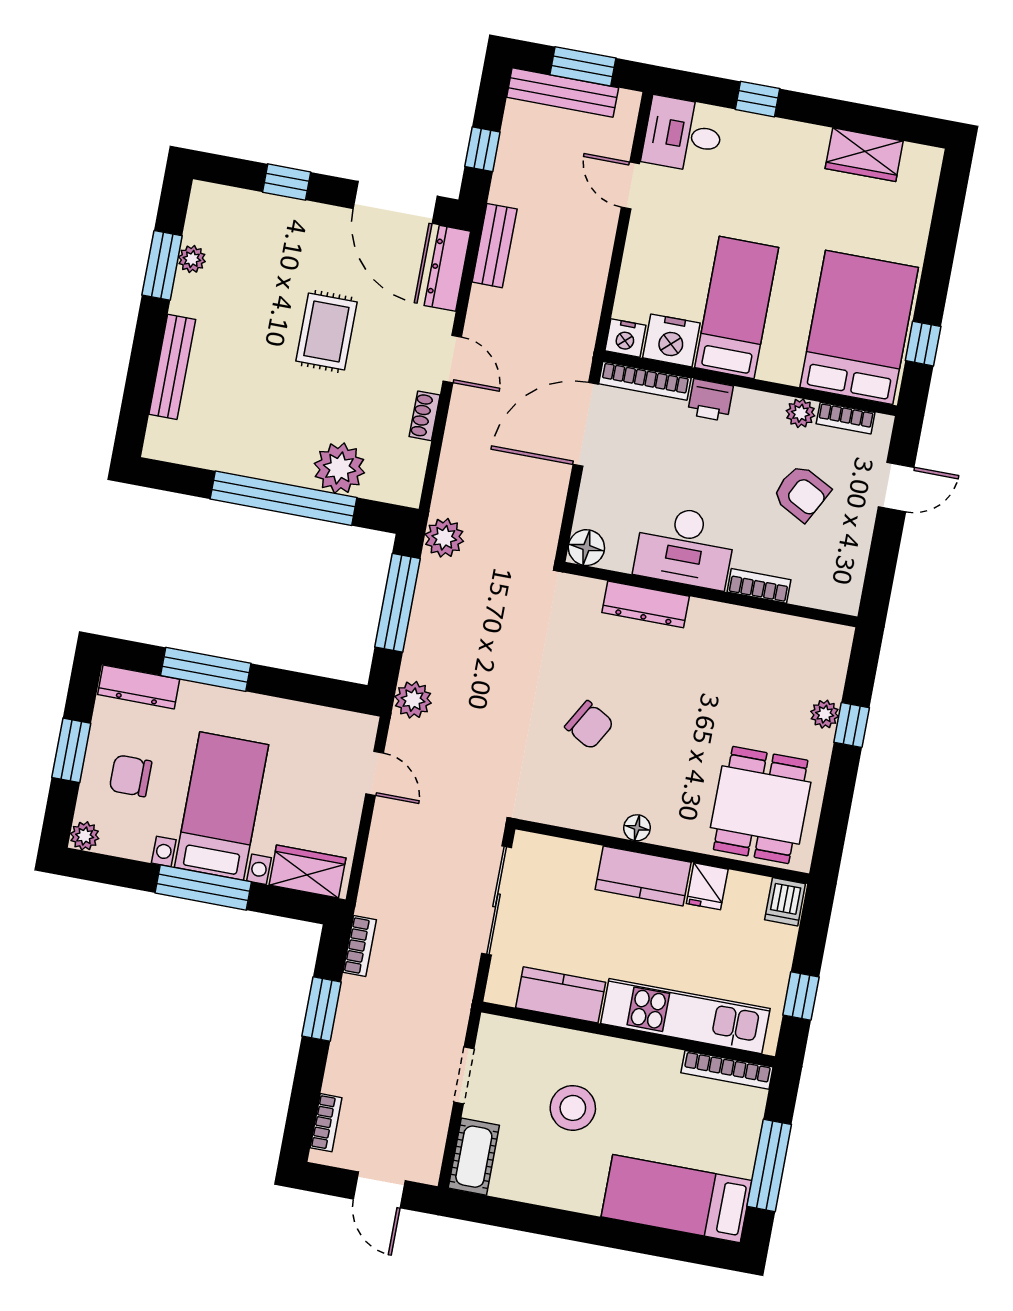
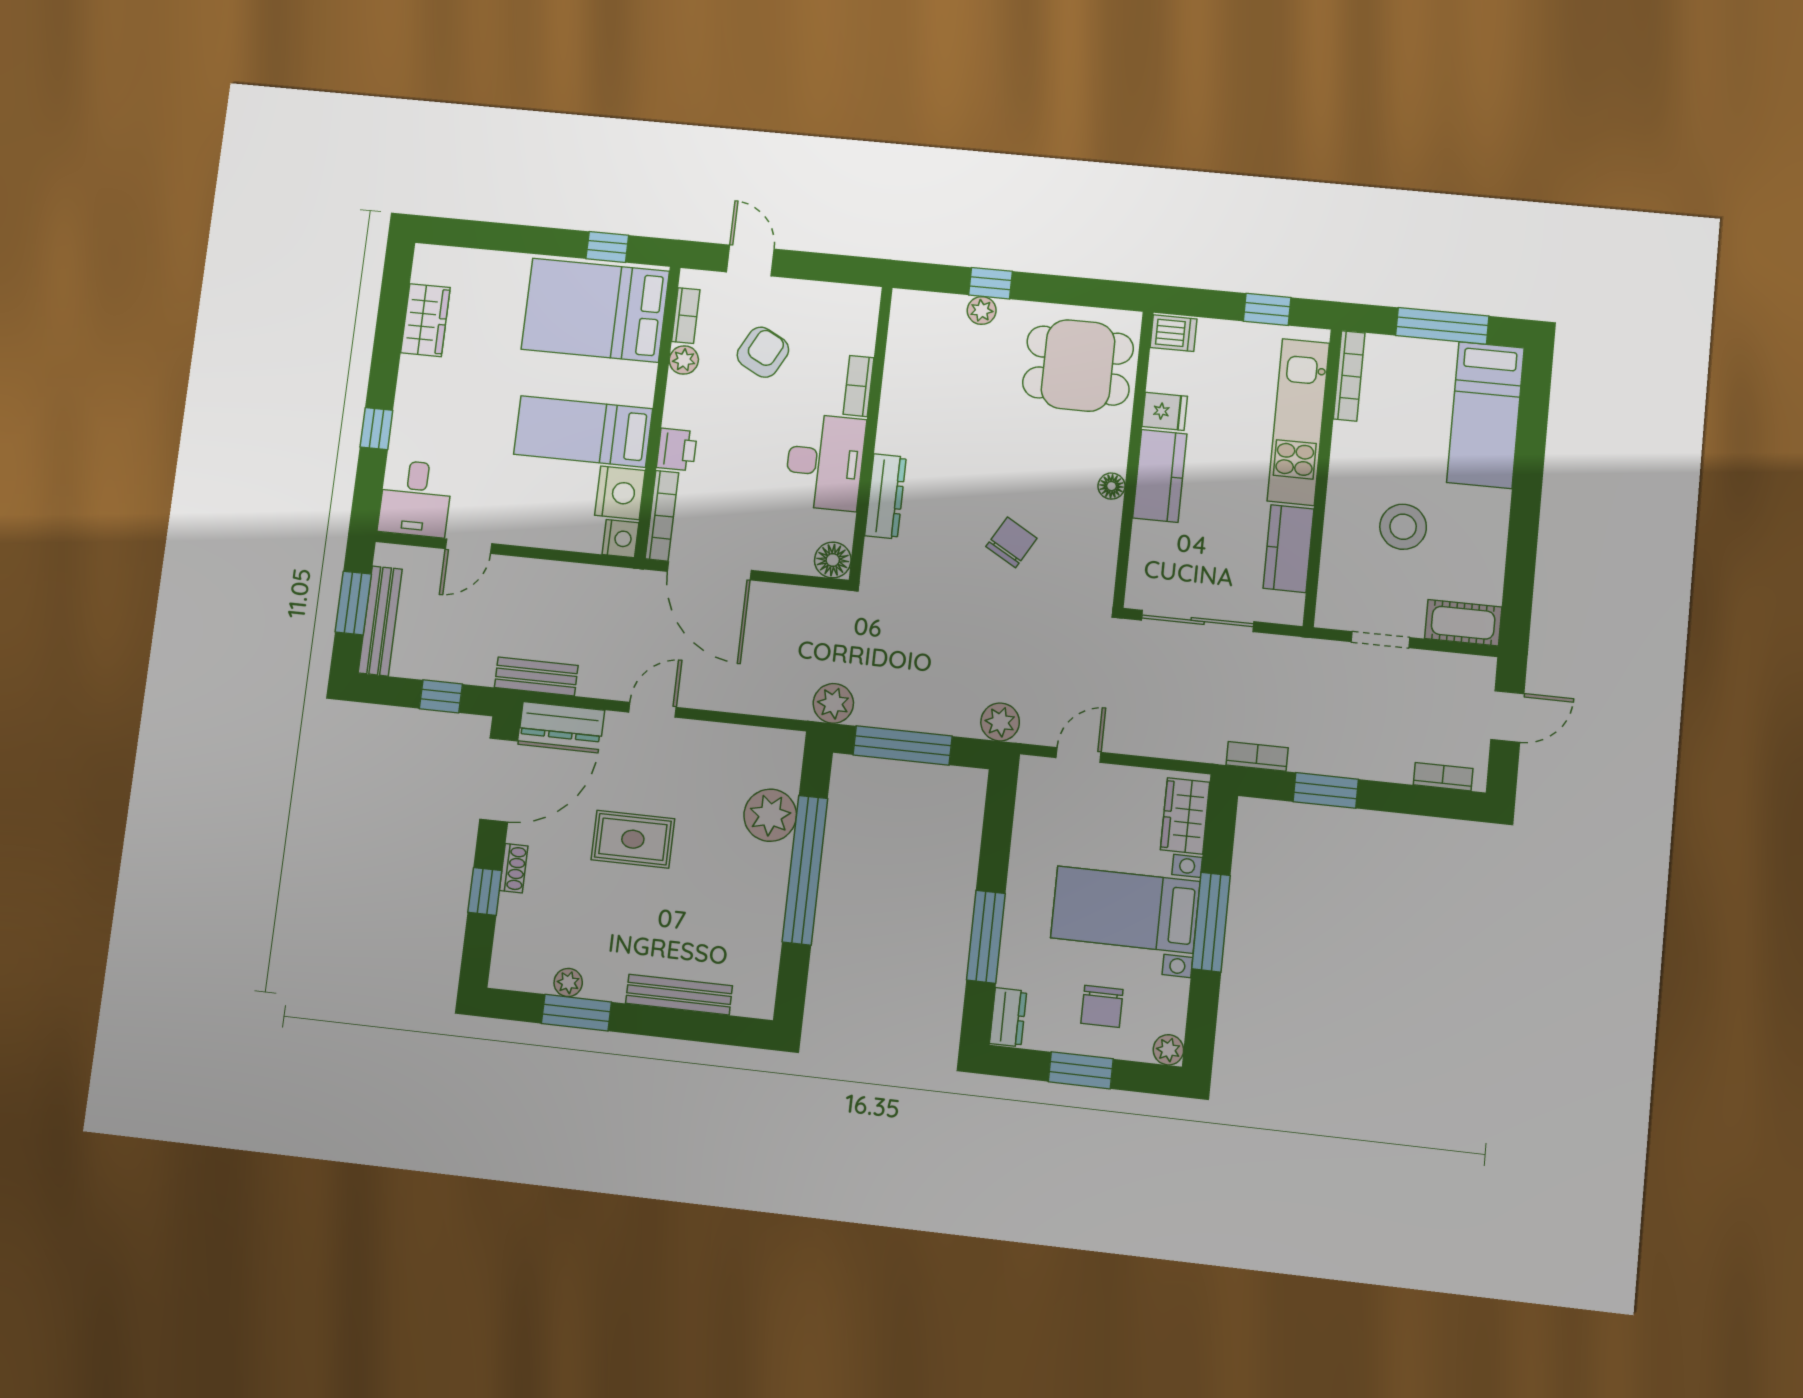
shoe rack: (425, 416) -> (514, 868), moved, turned -90
dresser: (139, 687) -> (1008, 1017), width x0.70

